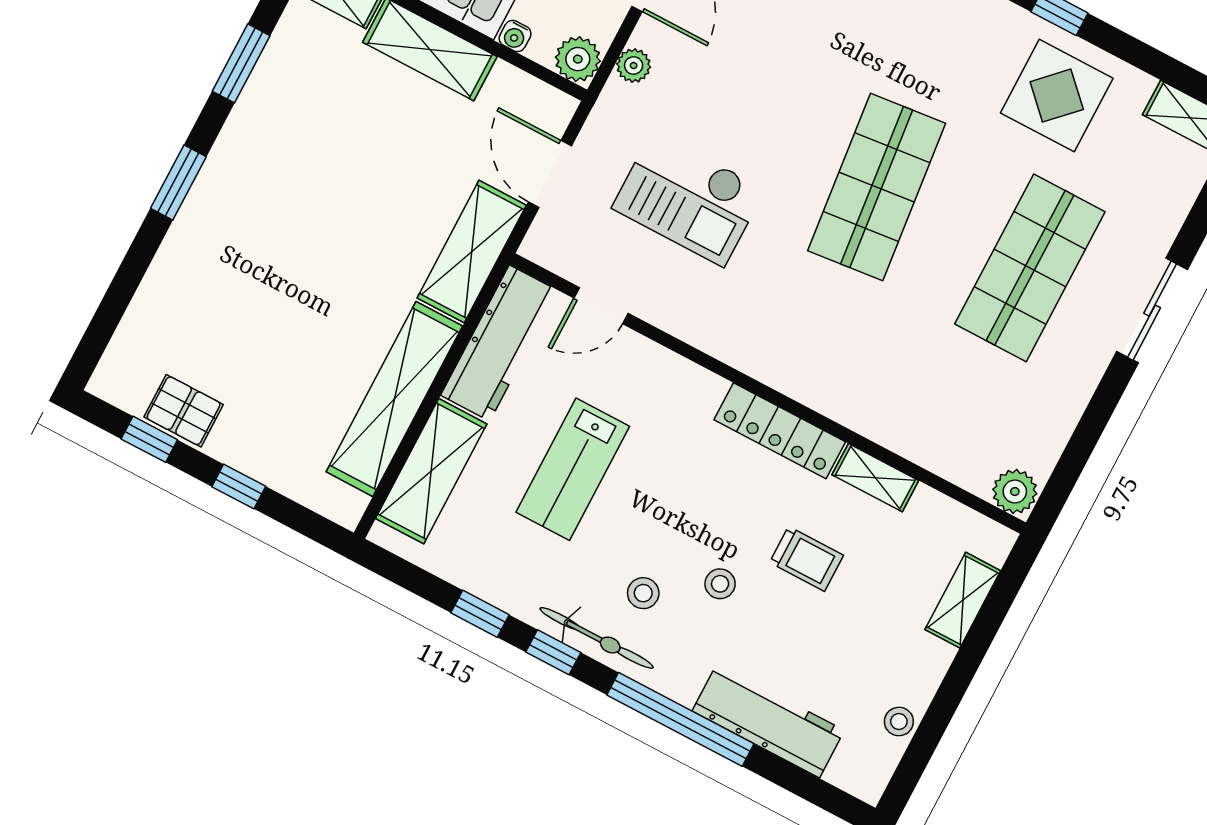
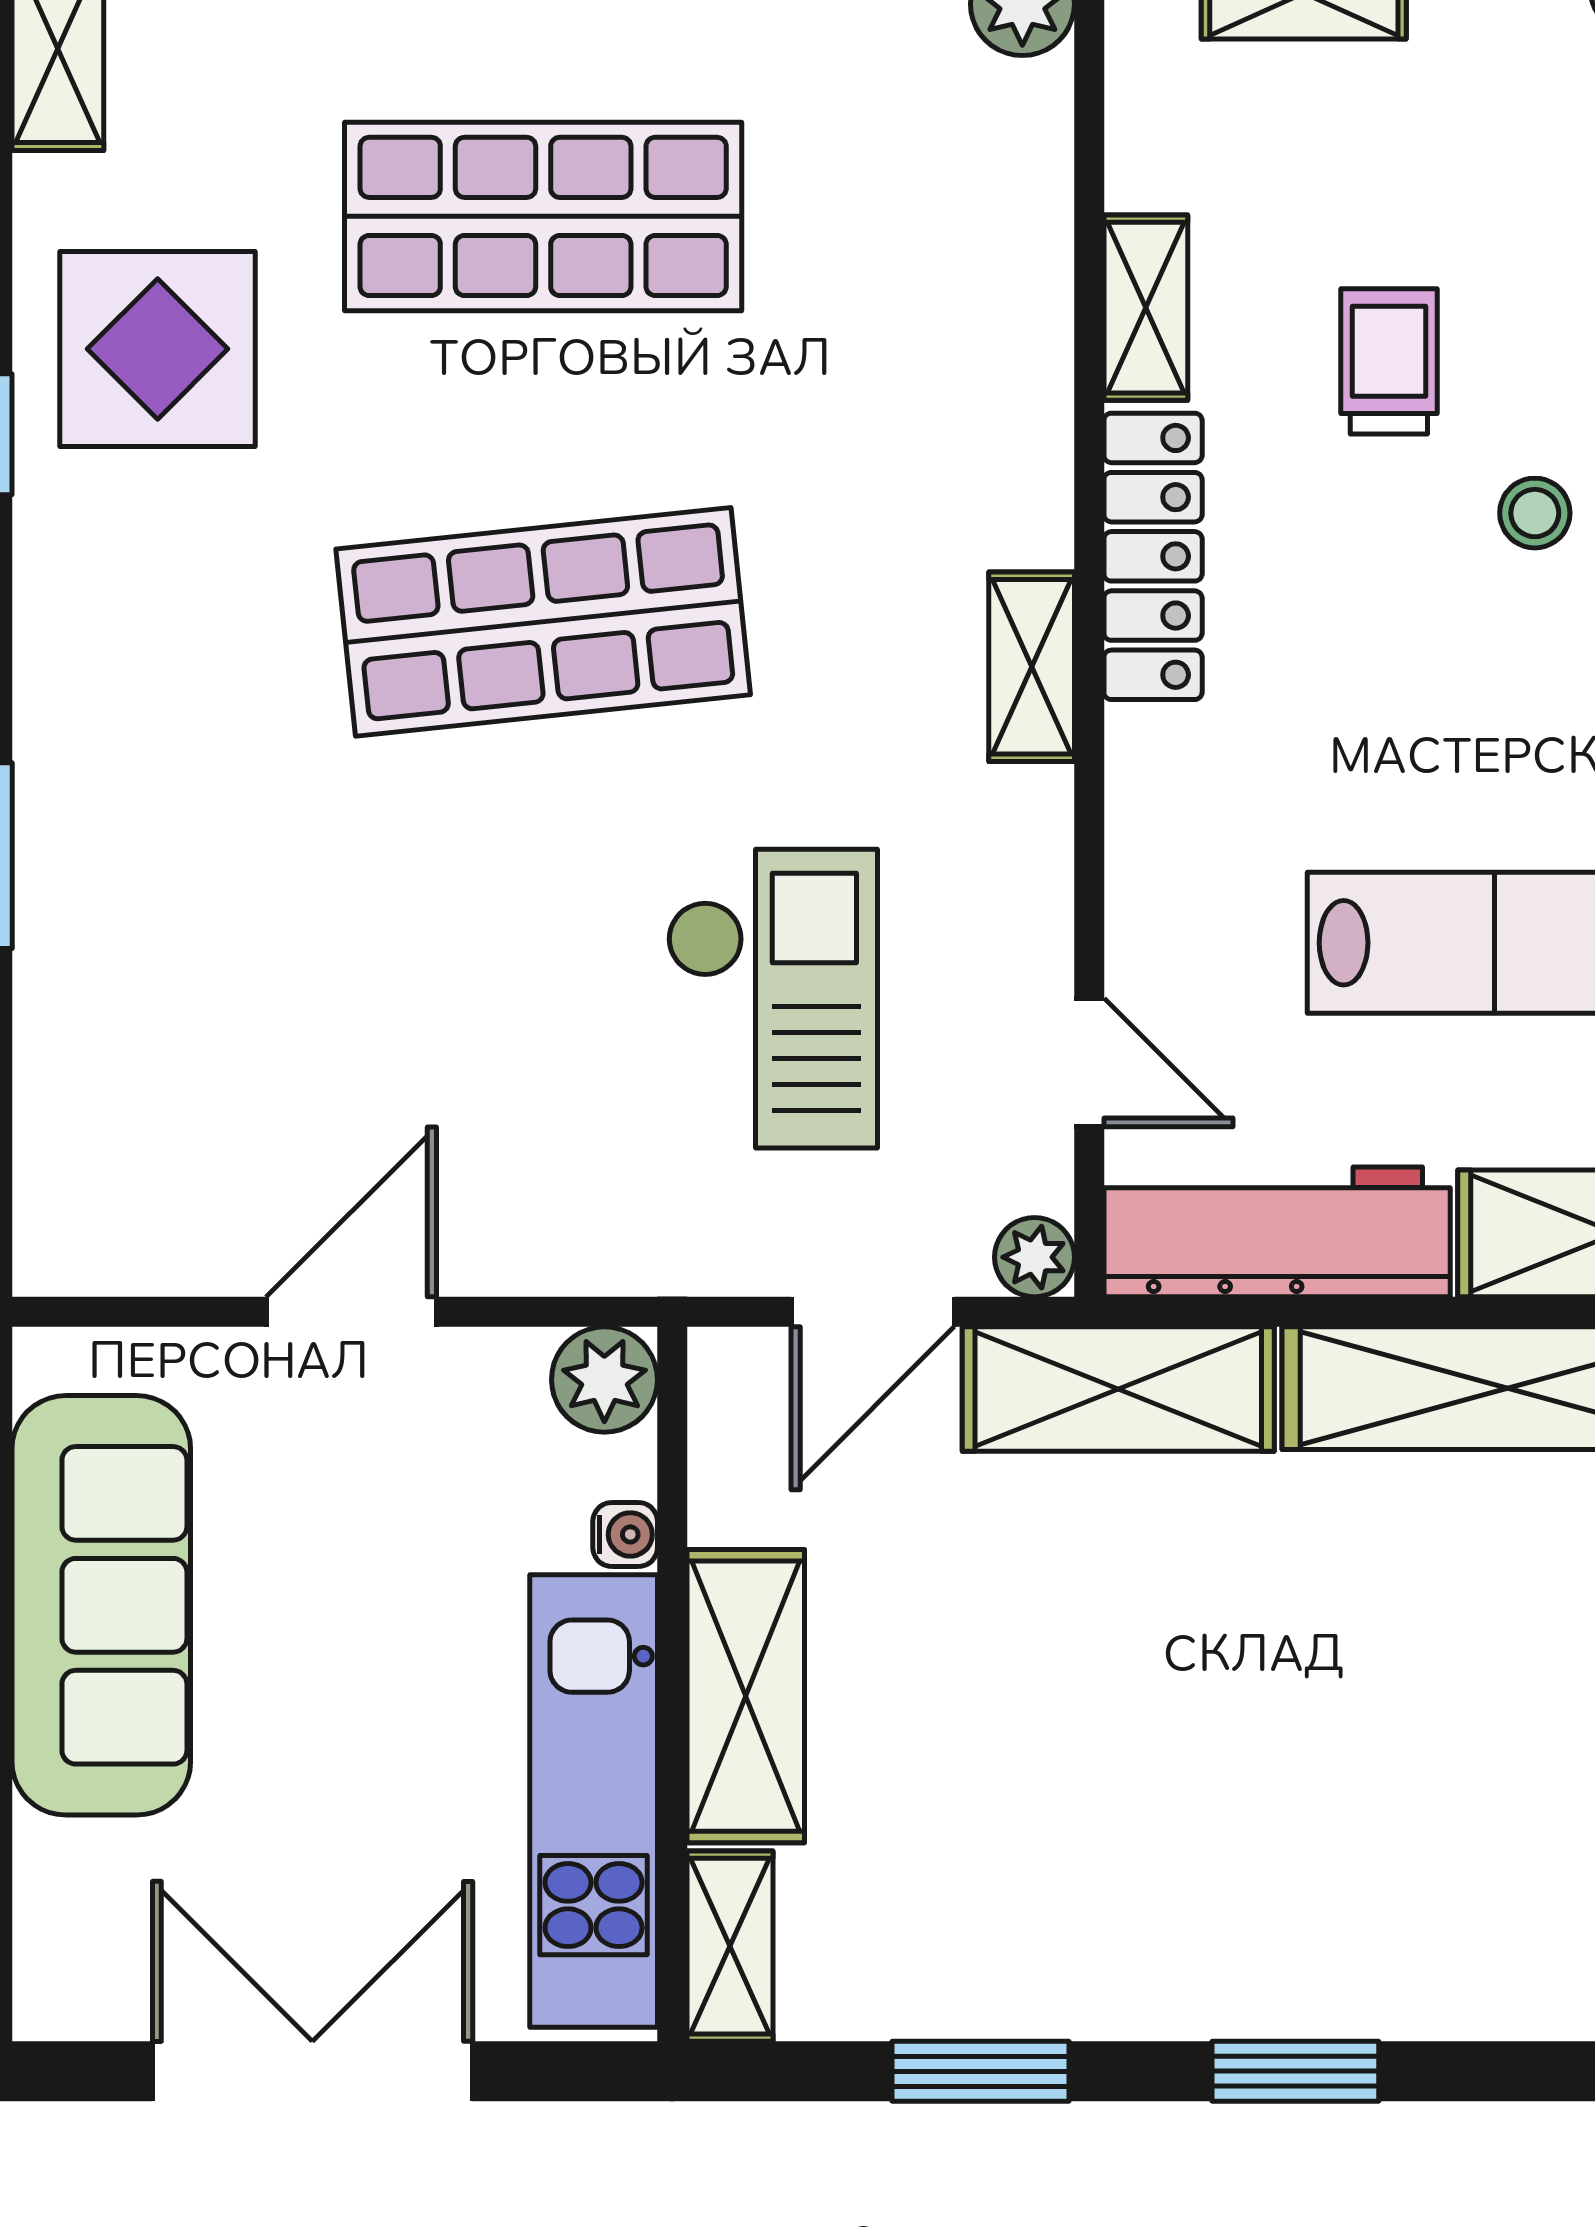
plant: (634, 66) -> (1034, 1257), moved
shelving: (762, 363) -> (1032, 667), added

